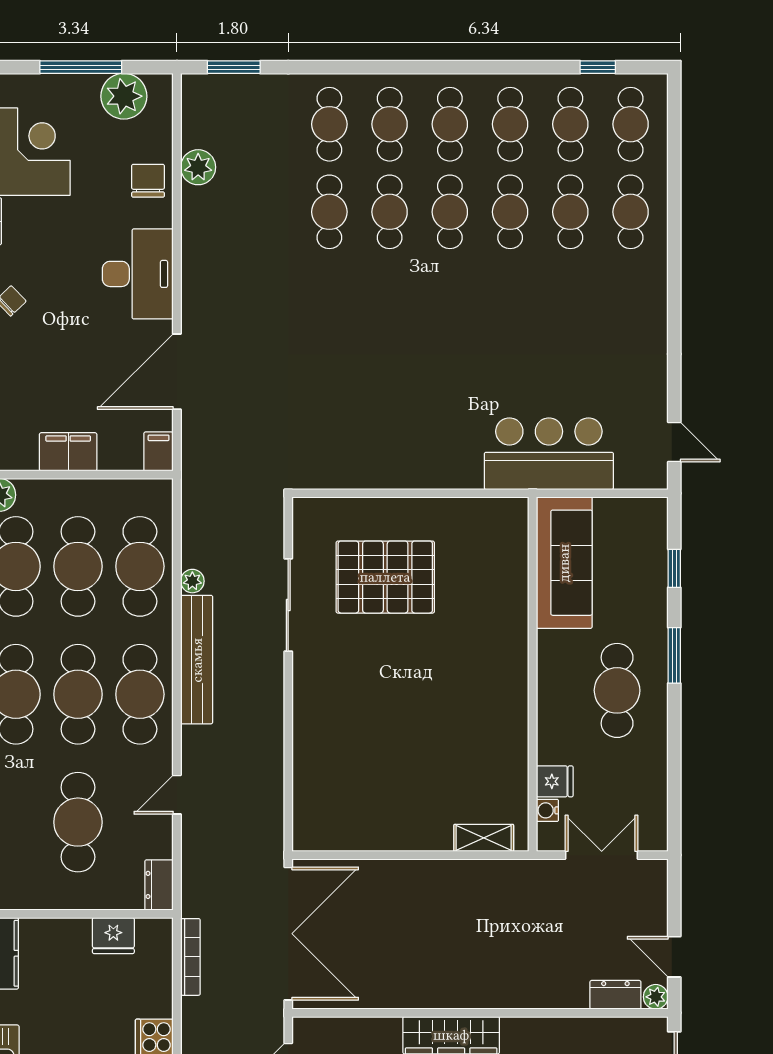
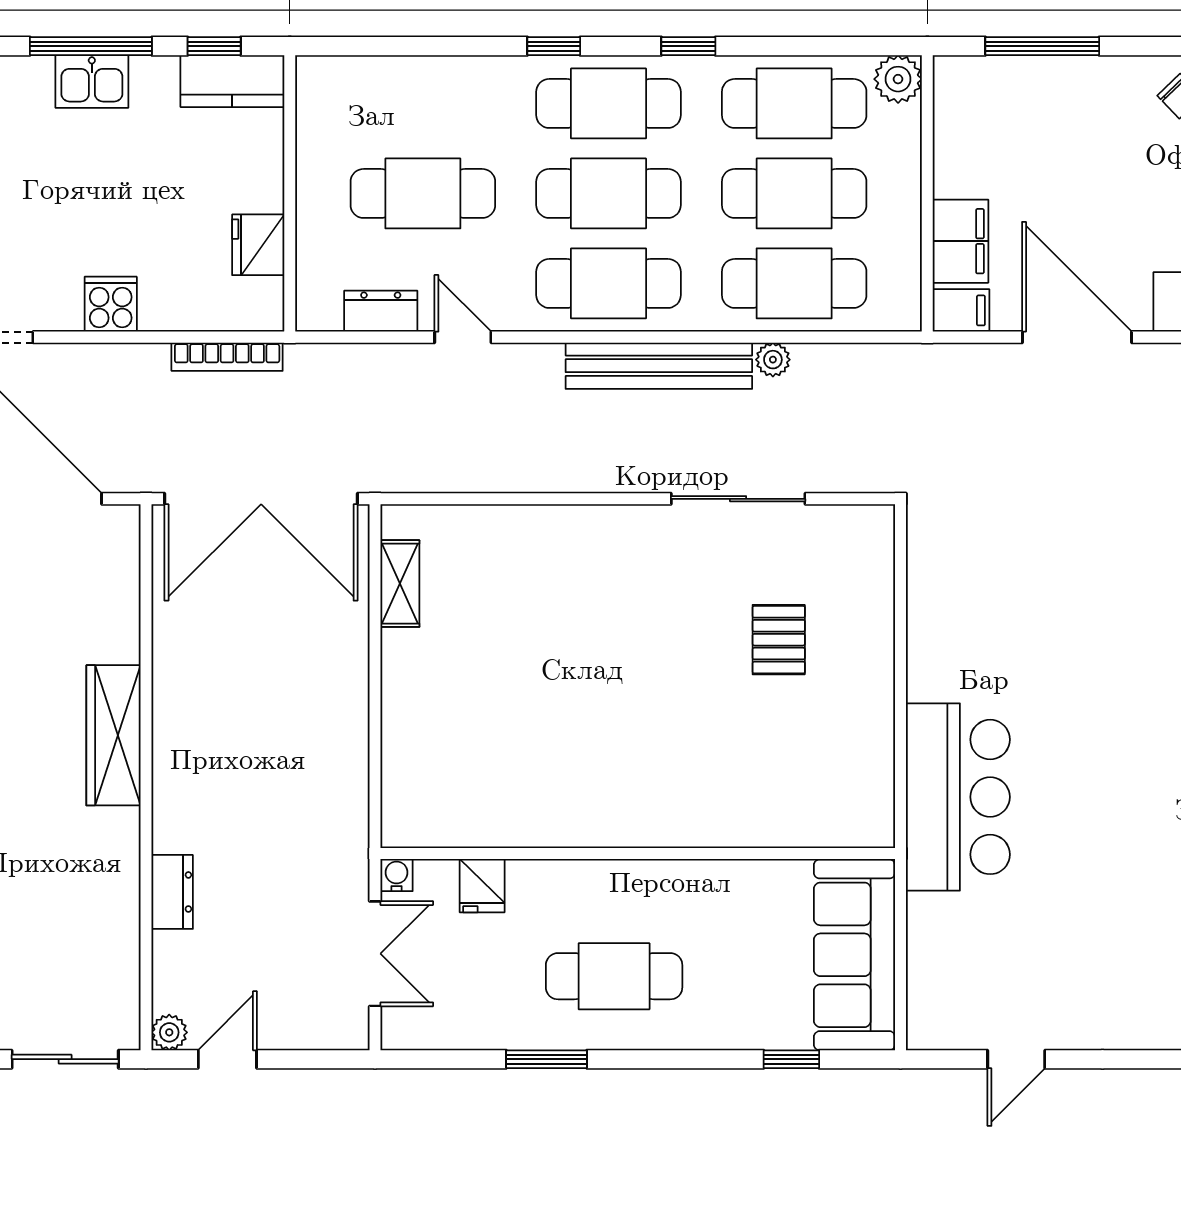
door: (674, 442) -> (1016, 1059), moved
filing cabinet: (68, 452) -> (961, 241), moved
bar counter: (549, 454) -> (958, 797), moved
sofa: (564, 563) -> (854, 955), moved, turned 90
pallet: (385, 577) -> (779, 640), width x0.49, depth x0.50
window: (674, 655) -> (547, 1059), moved
water cooler: (547, 810) -> (397, 875), moved
shelving: (484, 838) -> (400, 584), moved
dresser: (159, 885) -> (381, 311), moved
dresser: (615, 995) -> (172, 892), moved

